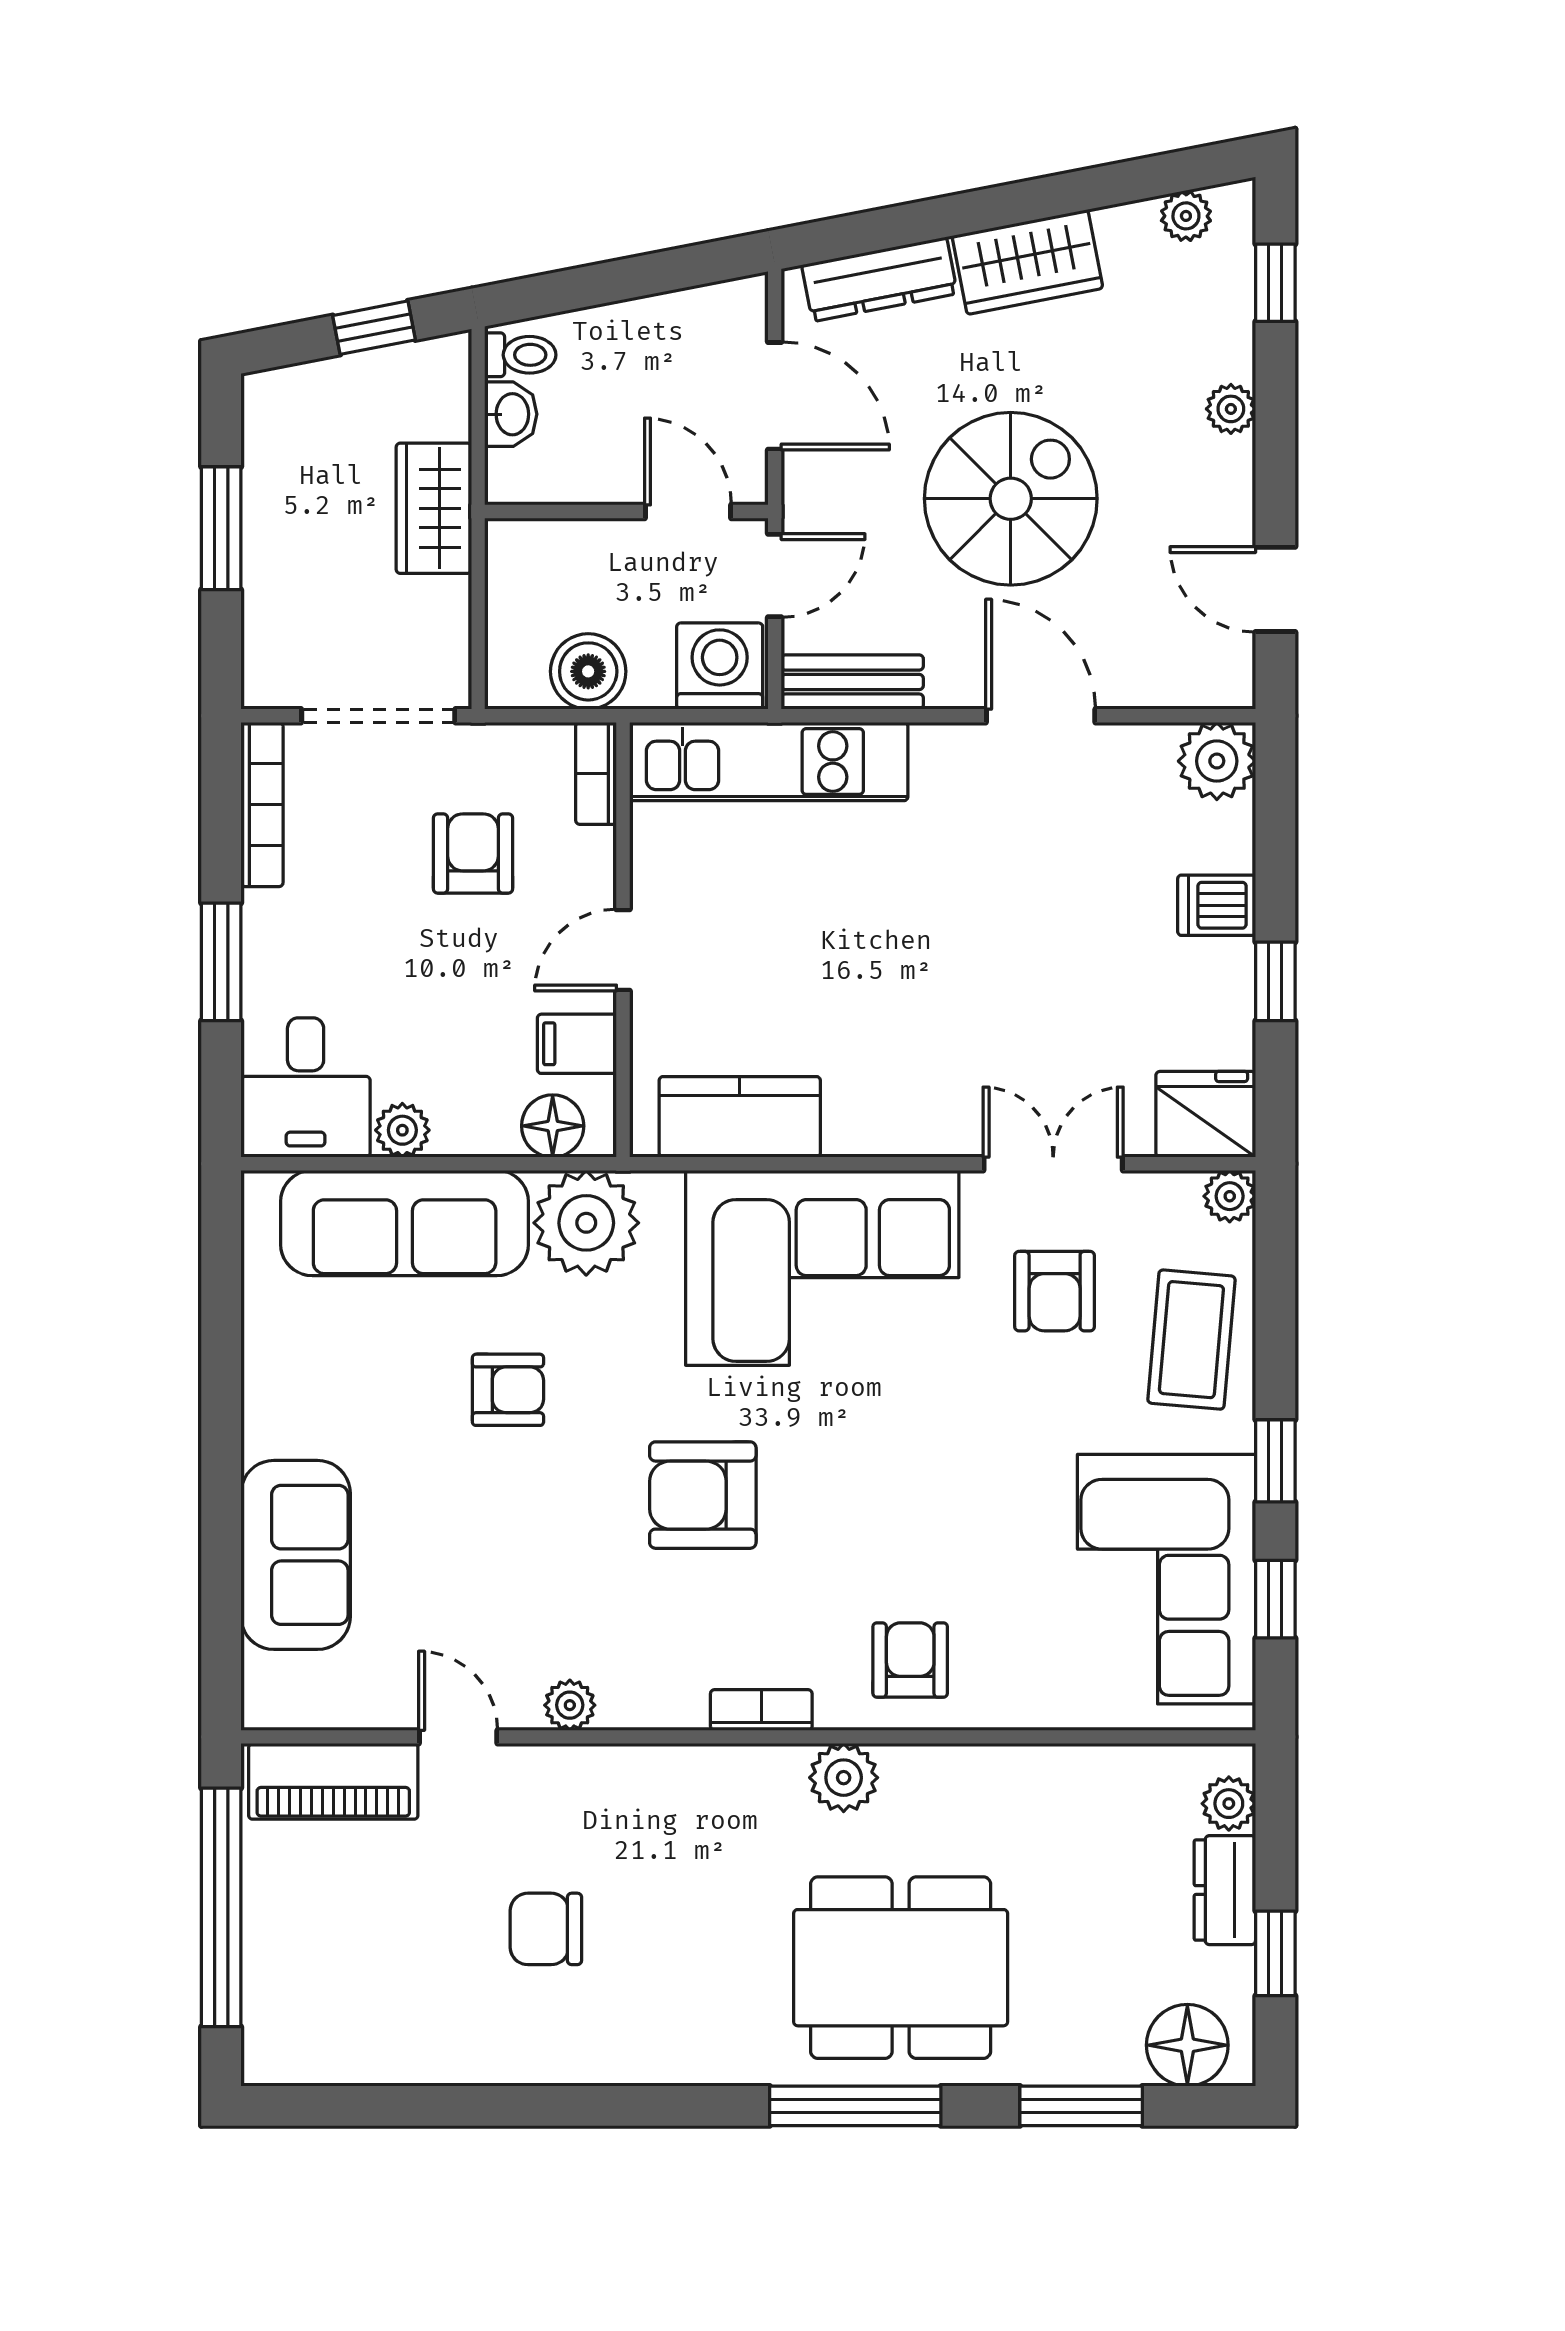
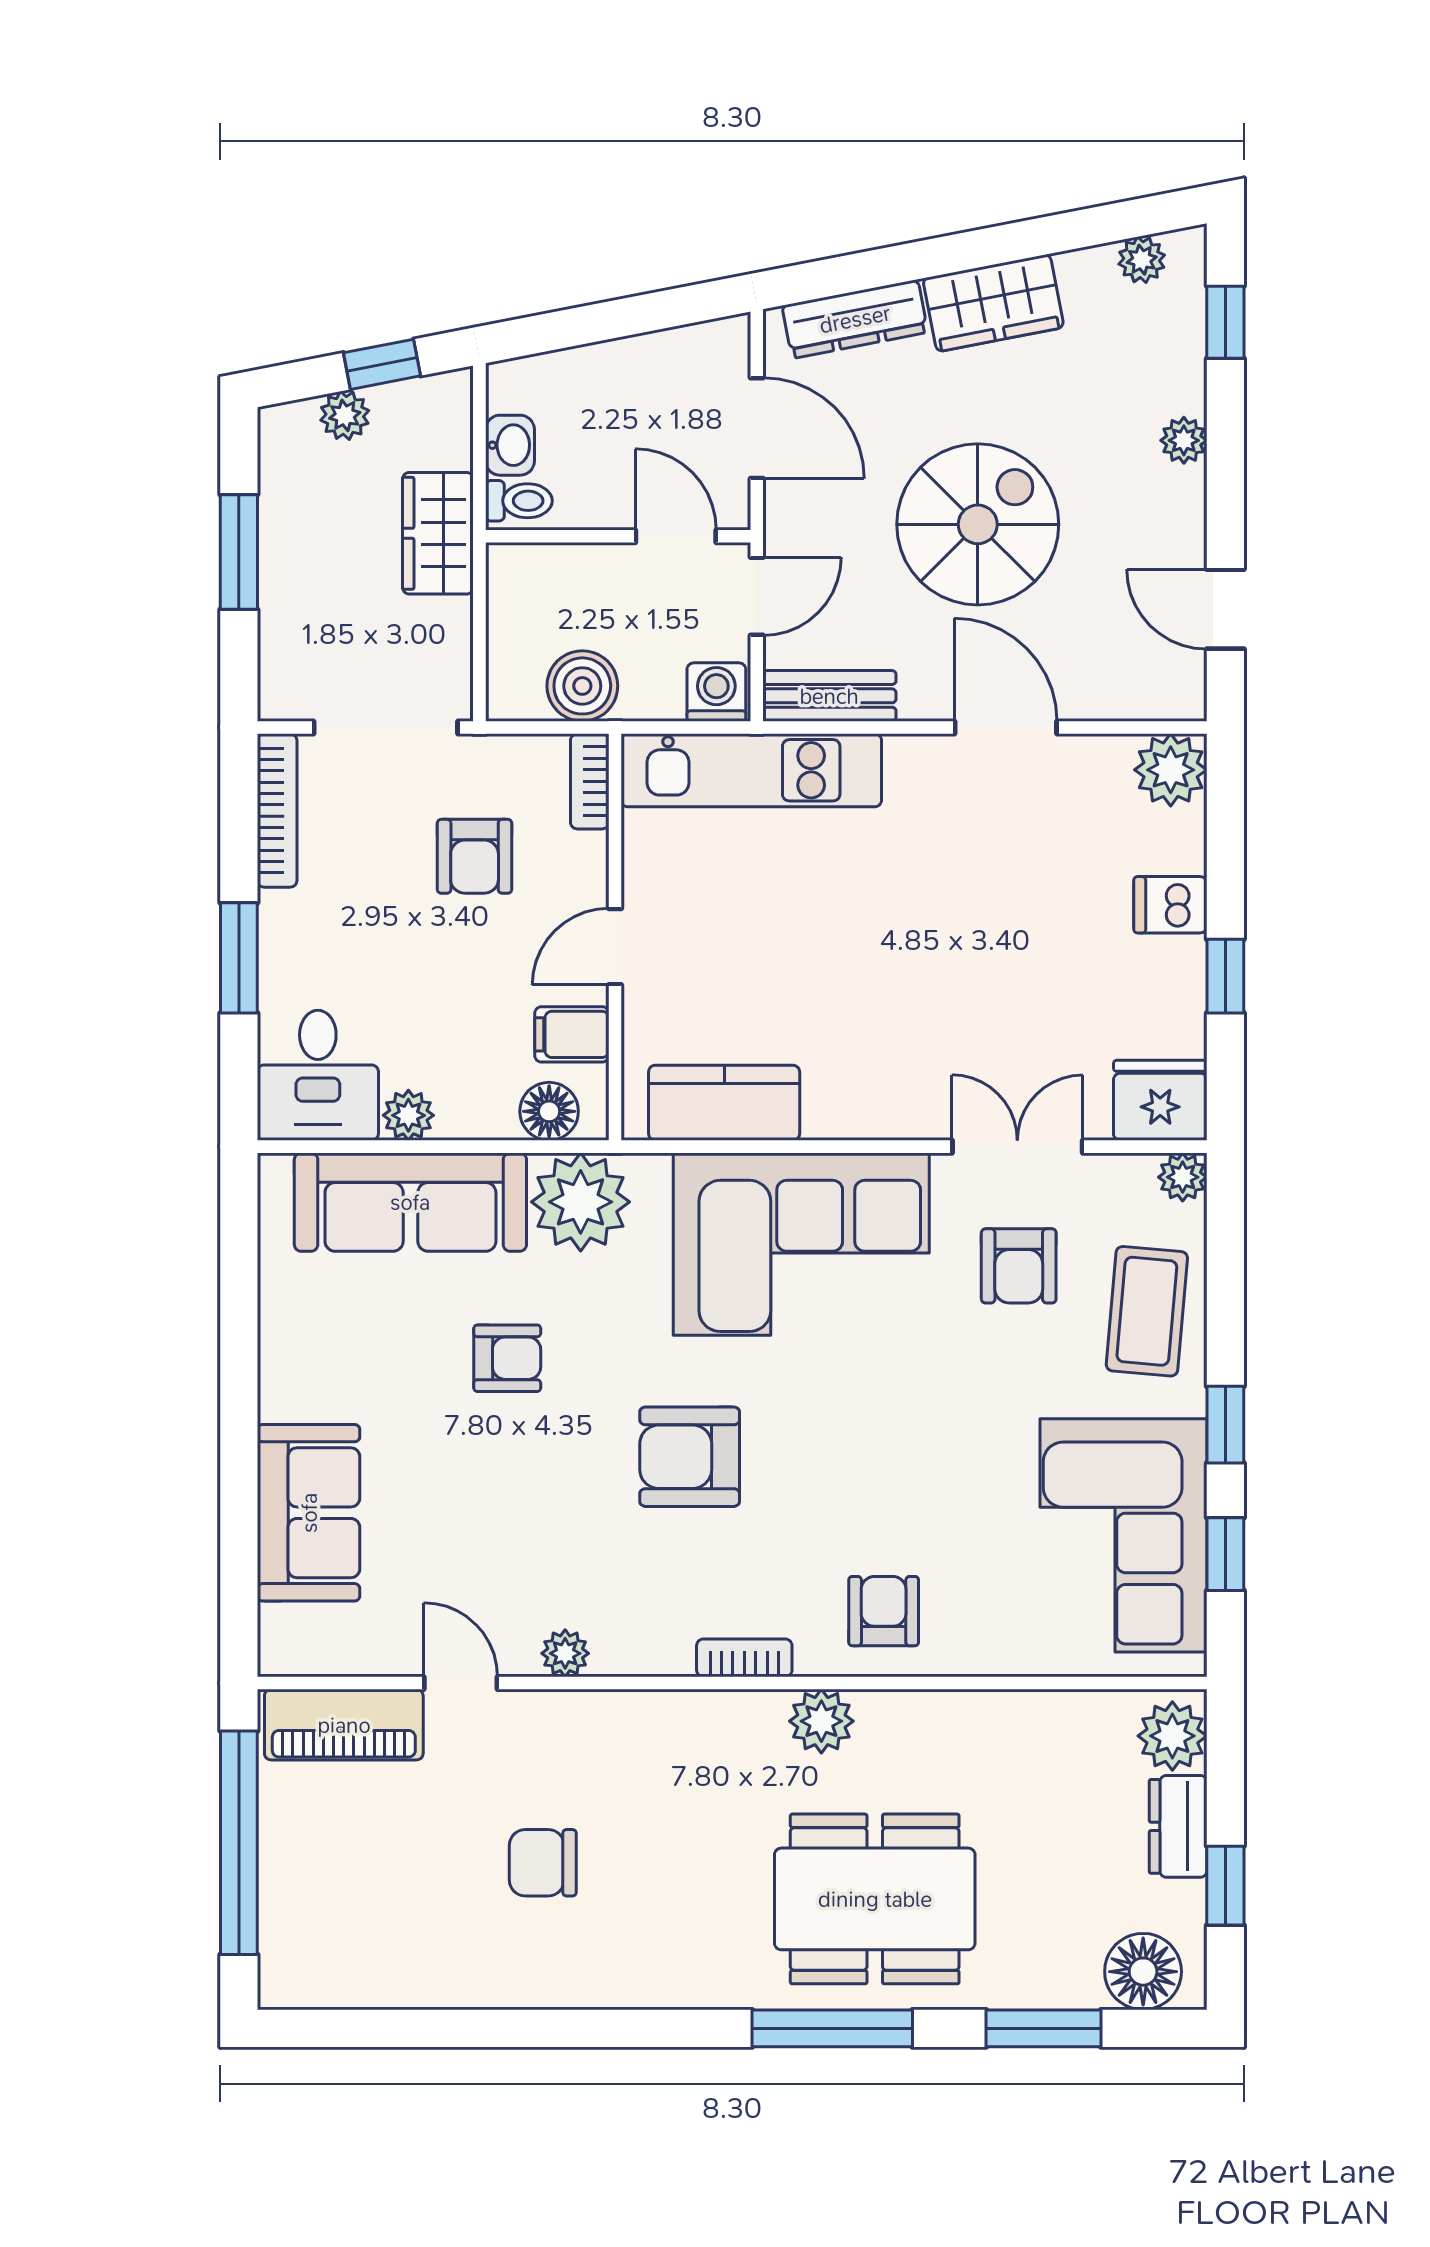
toilet: (520, 355) -> (519, 501), moved
plant: (334, 382) -> (345, 415), added
washing machine: (720, 666) -> (716, 692), width x0.73, depth x0.73
armchair: (473, 853) -> (475, 856), turned 180
plant: (1229, 1804) -> (1172, 1736), width x1.38, depth x1.38

